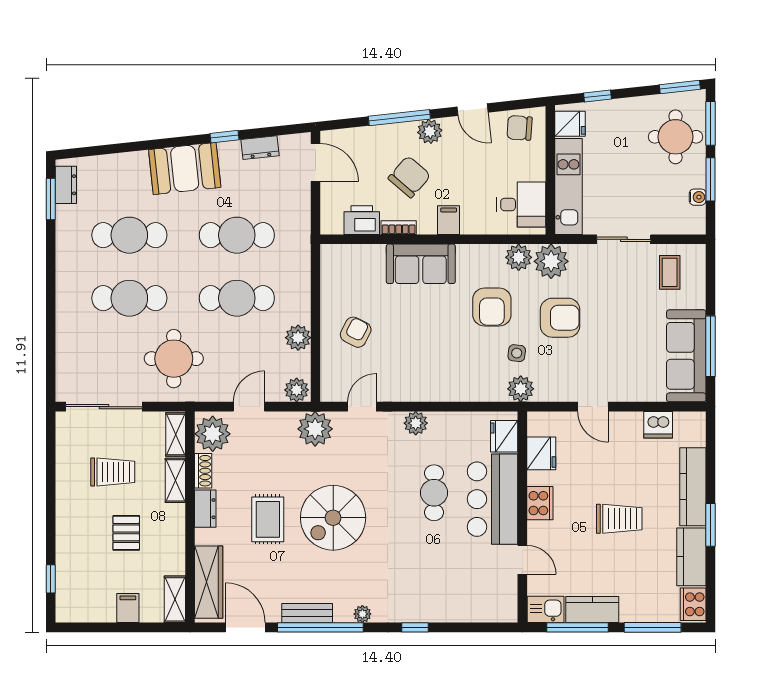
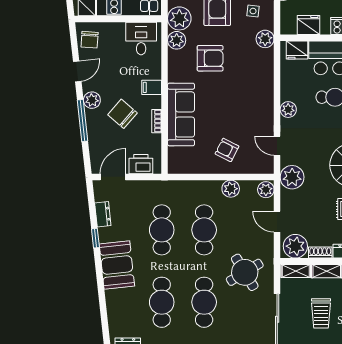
printer: (362, 220) -> (141, 164), moved, turned 90
sofa: (421, 264) -> (181, 114), width x1.36
side table: (517, 353) -> (253, 11), moved
round table: (174, 359) -> (245, 272), turned -31
trolley: (113, 472) -> (321, 313), turned 180

